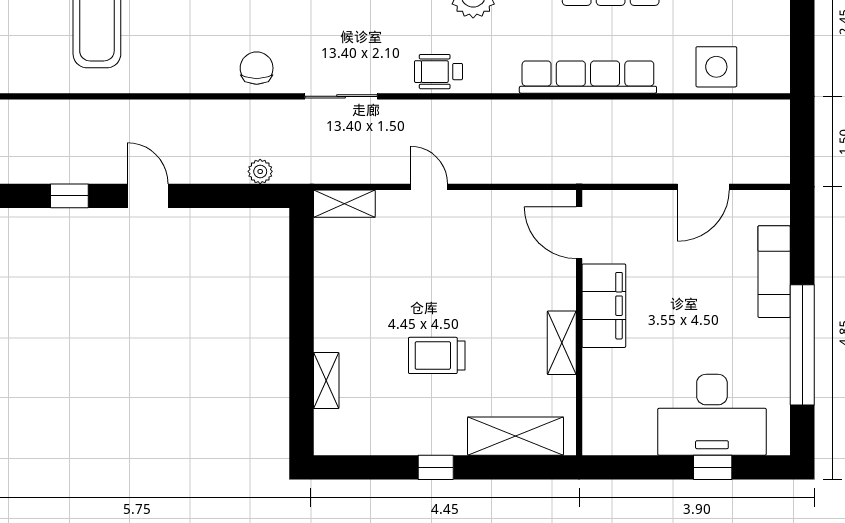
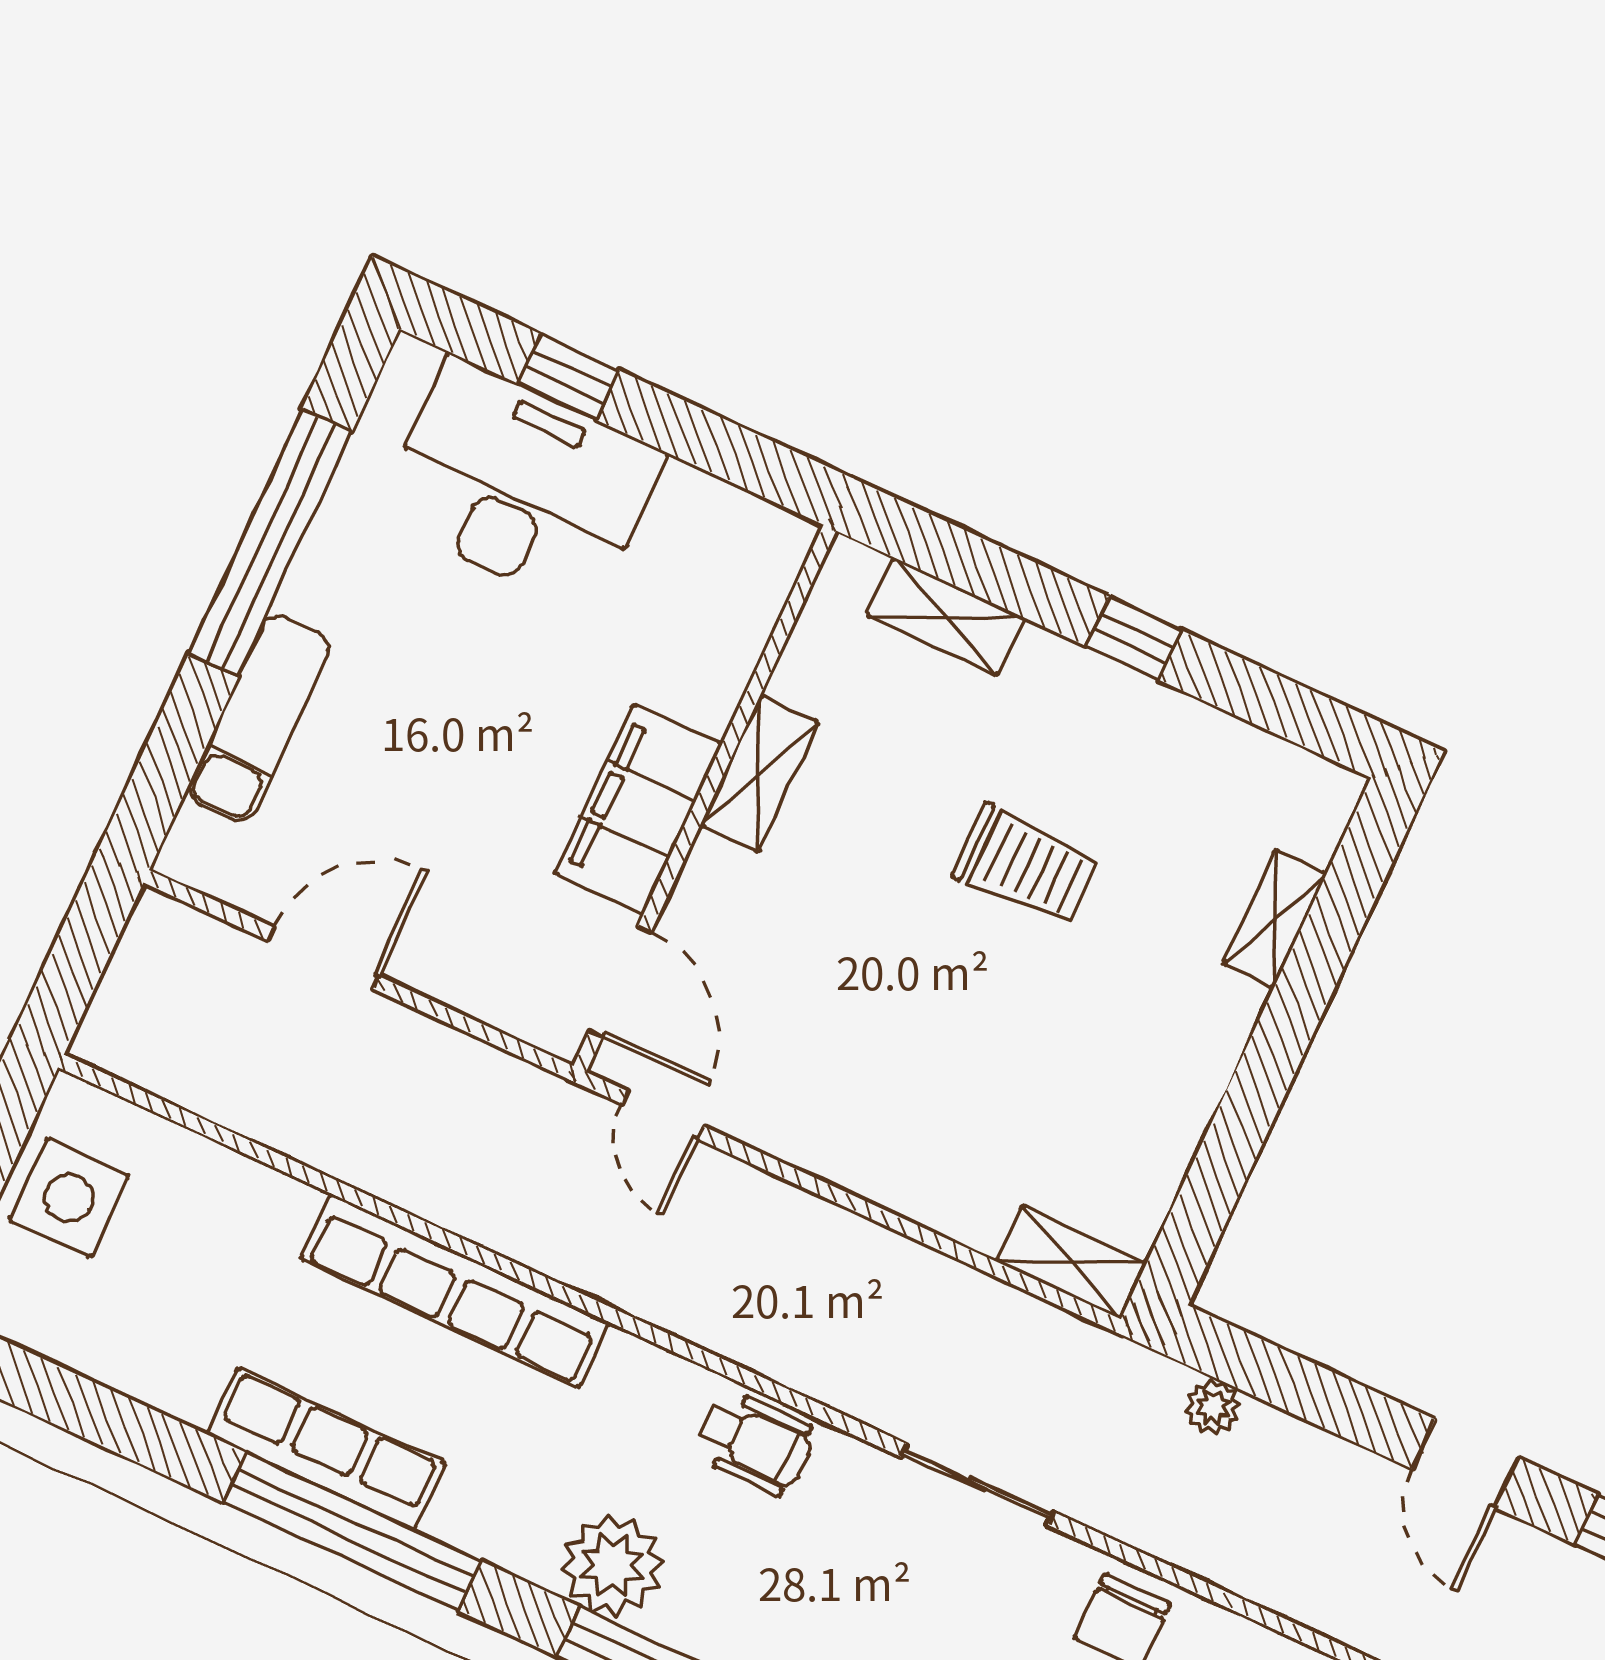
side table: (716, 67) -> (69, 1198), moved
door: (429, 187) -> (663, 1115), moved
shelving: (516, 436) -> (946, 617), width x0.67, depth x0.75

